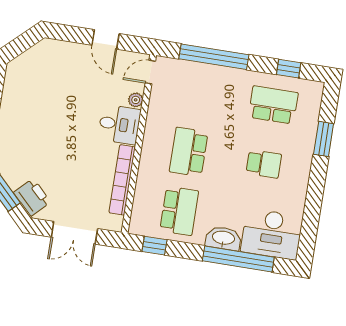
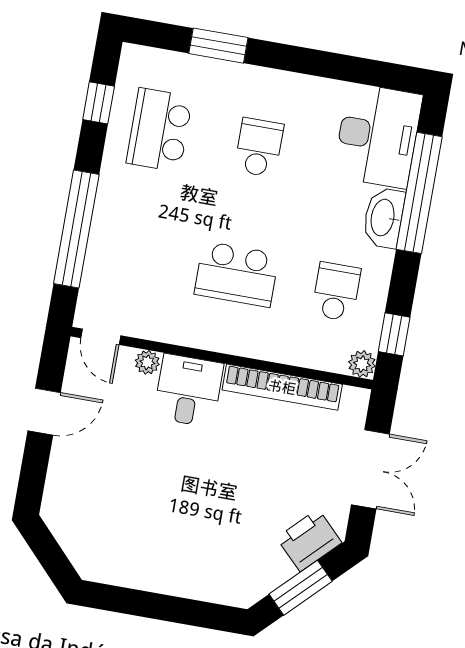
school desk: (179, 211) -> (336, 292), width x0.54
plant: (137, 227) -> (362, 364), added

